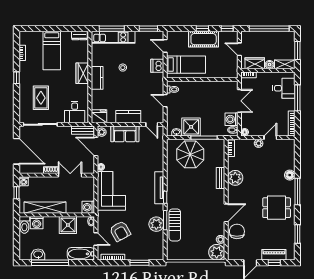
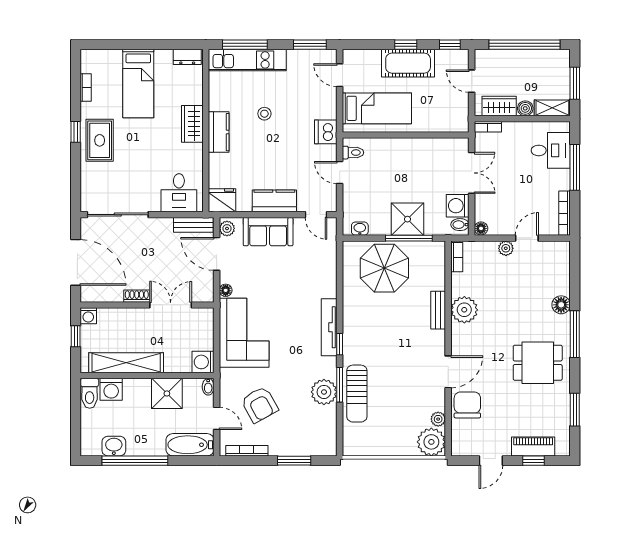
dishwasher: (157, 66) -> (326, 132), moved
rug: (41, 98) -> (100, 140), moved
shower: (191, 127) -> (407, 219), moved

